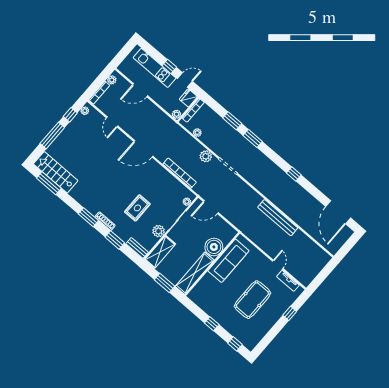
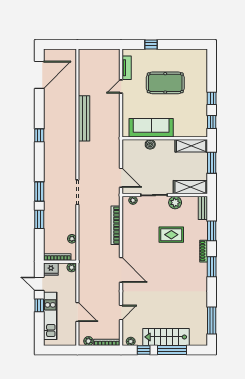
plant: (206, 156) -> (85, 216), removed
stairs: (56, 172) -> (166, 337), moved, turned 90
boiler: (214, 247) -> (150, 144), width x0.54, depth x0.54
shelving: (195, 273) -> (191, 146), width x0.68
window: (235, 344) -> (212, 122), moved

